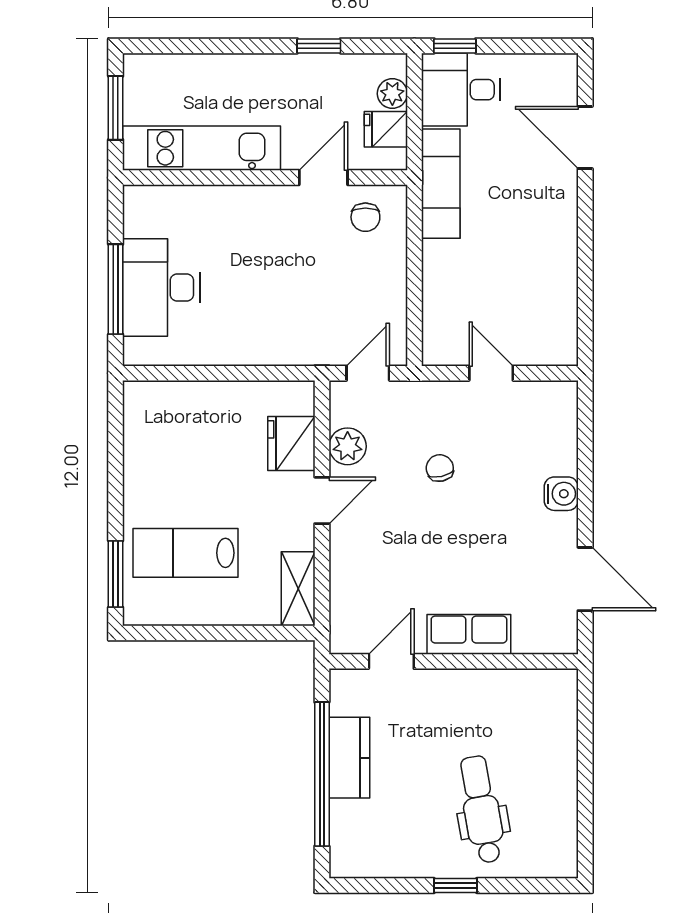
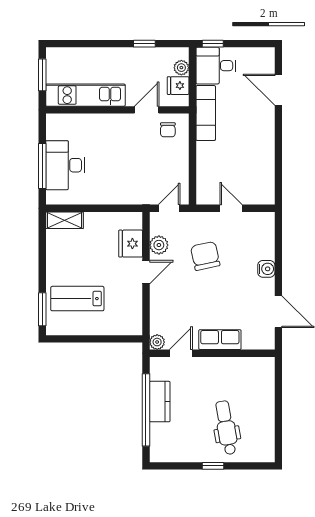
chair: (440, 468) -> (205, 256), width x1.87, depth x1.87
shelving: (298, 589) -> (64, 220), moved, turned 90
plant: (344, 639) -> (157, 342), added

